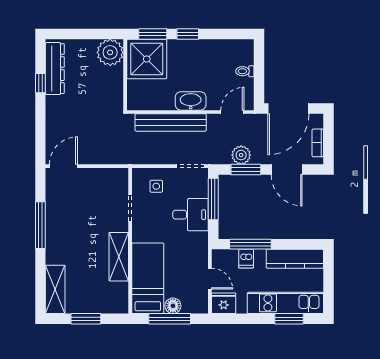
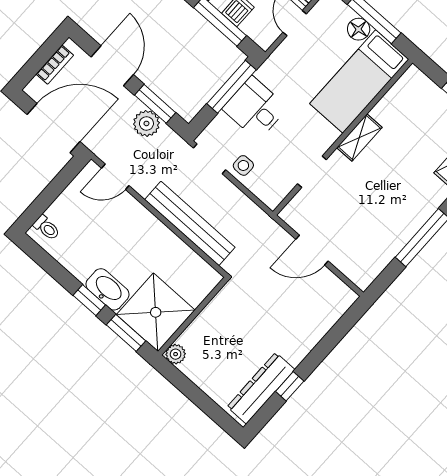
plant: (110, 52) -> (176, 354), width x0.53, depth x0.53
toilet: (245, 71) -> (47, 228), moved
washbasin: (191, 101) -> (107, 289), moved, turned 180
door: (63, 166) -> (312, 250), moved
side table: (156, 186) -> (243, 165), moved
window: (213, 199) -> (232, 87), moved
shelving: (119, 257) -> (359, 137), width x0.67, depth x0.75

